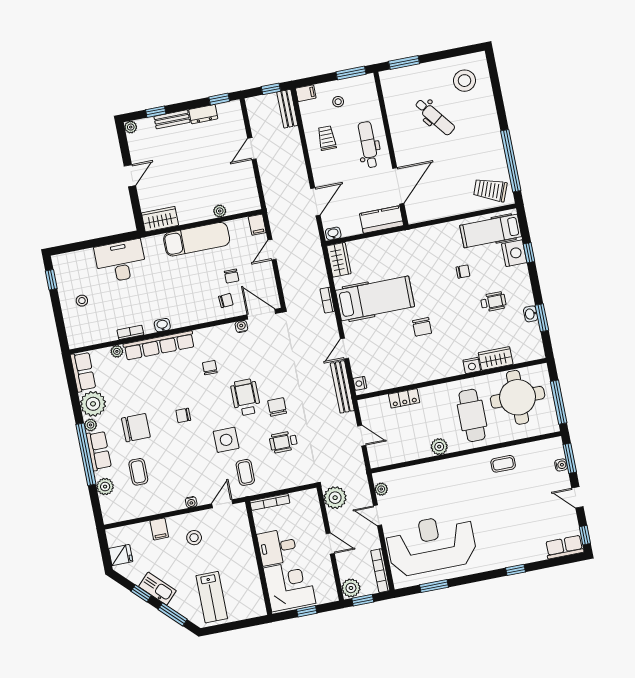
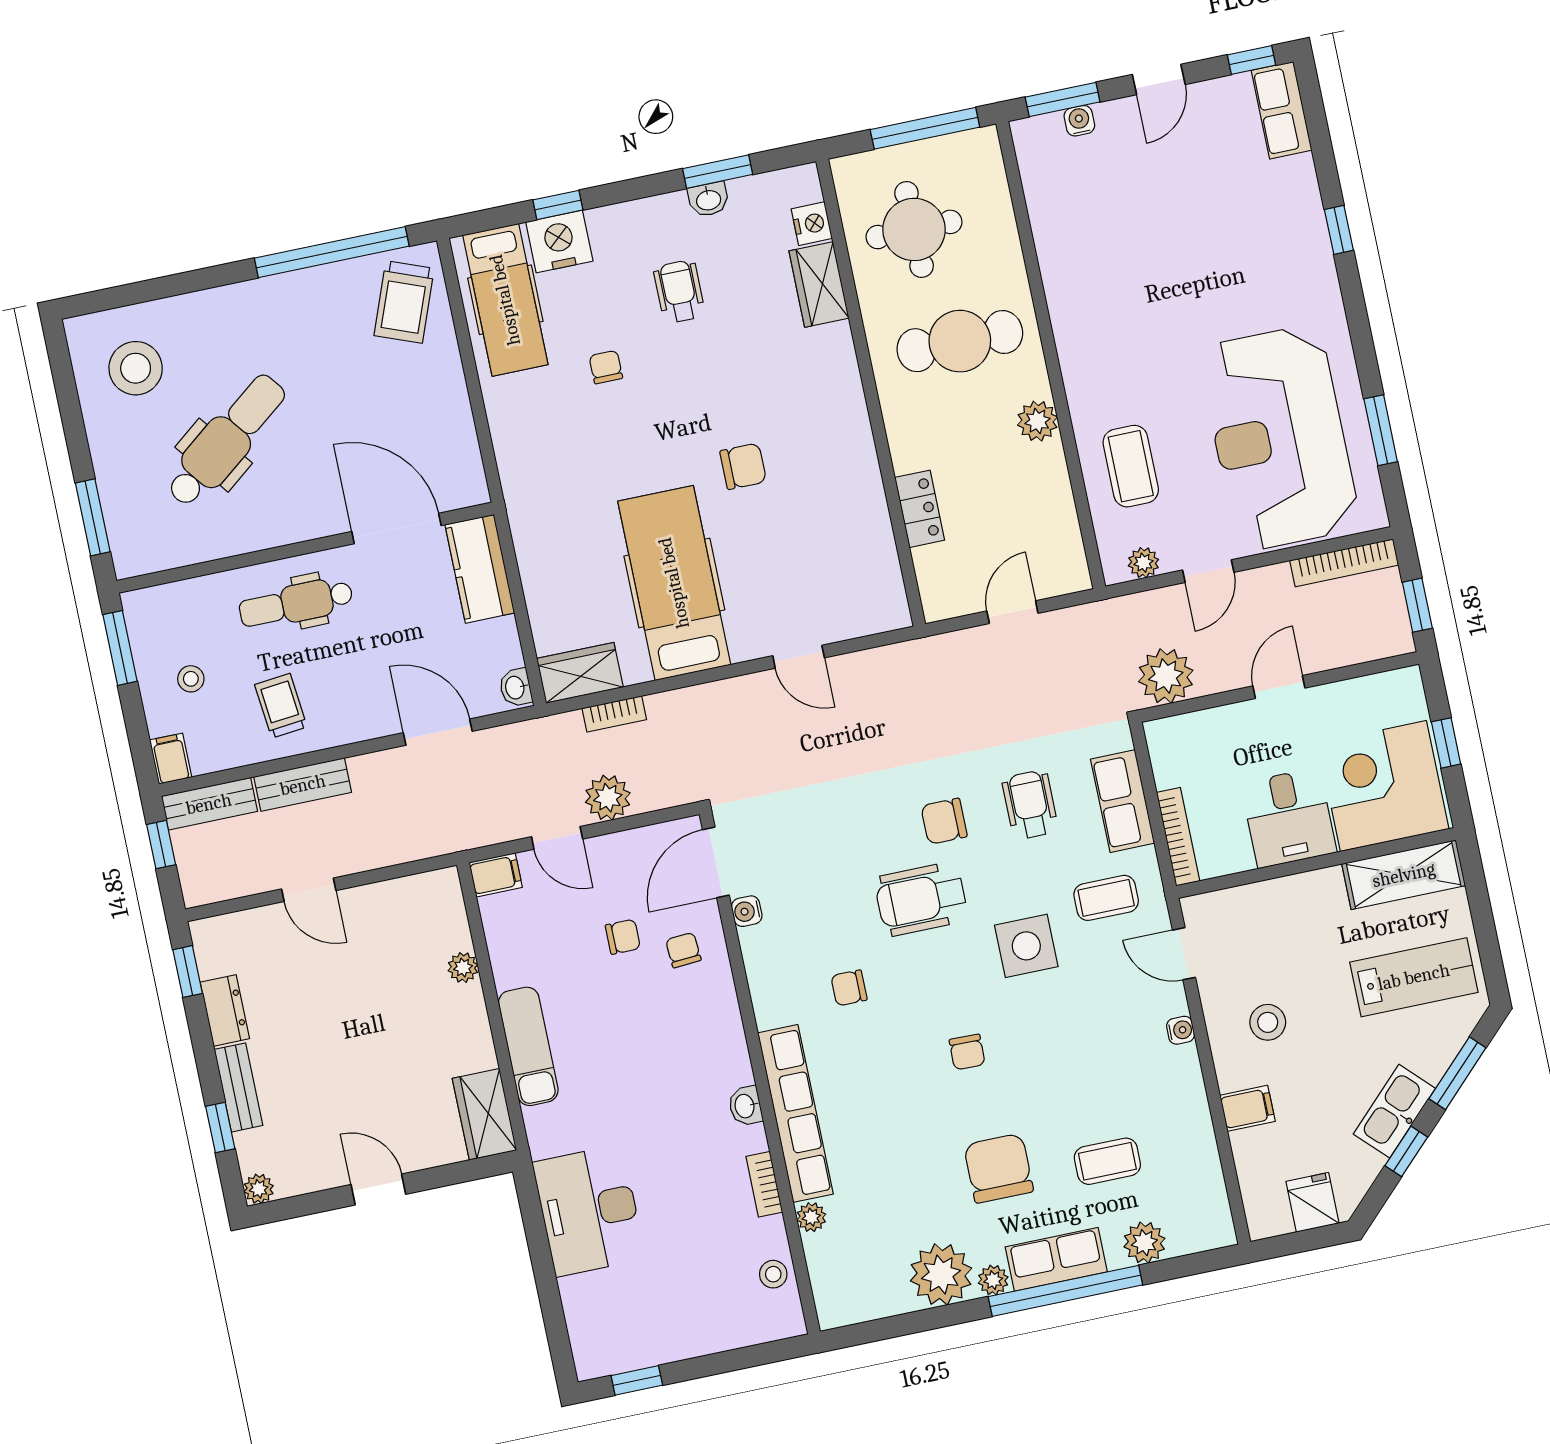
dental chair: (435, 117) -> (226, 441), width x1.36, depth x1.38
trolley: (327, 138) -> (281, 706), turned 84
exam couch: (197, 239) -> (528, 1046), width x0.73, depth x0.69
bookcase: (327, 300) -> (614, 714), moved
stool: (82, 301) -> (773, 1274), moved
nightstand: (472, 365) -> (812, 224), moved
row of seats: (83, 372) -> (1123, 801), moved, turned -90
nightstand: (360, 383) -> (884, 618), removed
bench: (342, 387) -> (303, 785), moved, width x0.73
round table: (518, 397) -> (914, 229), width x0.73, depth x0.73
wheelchair: (283, 442) -> (1030, 805), turned 180
coffee table: (503, 464) -> (1131, 466), moved, width x1.36, depth x1.30
plant: (351, 588) -> (608, 798), moved
shelving: (253, 593) -> (1404, 875), added

